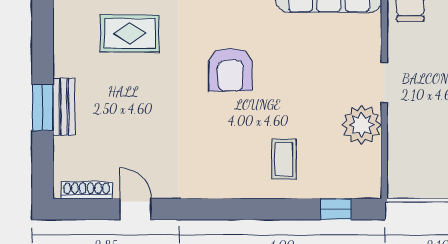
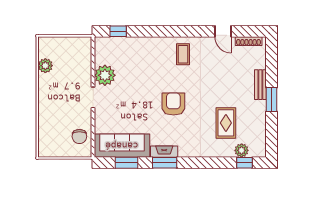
rug: (130, 33) -> (226, 123), turned 90
window: (43, 107) -> (271, 100), moved
coffee table: (284, 159) -> (183, 54), moved

